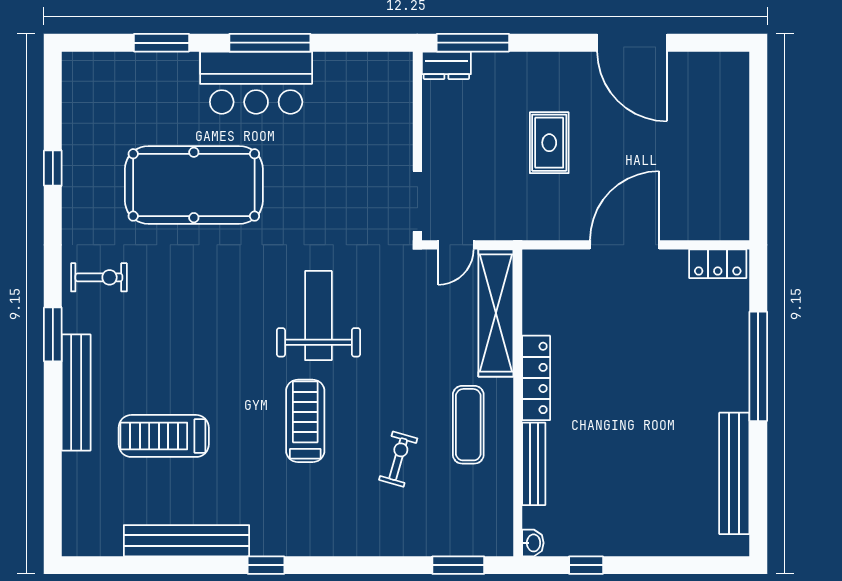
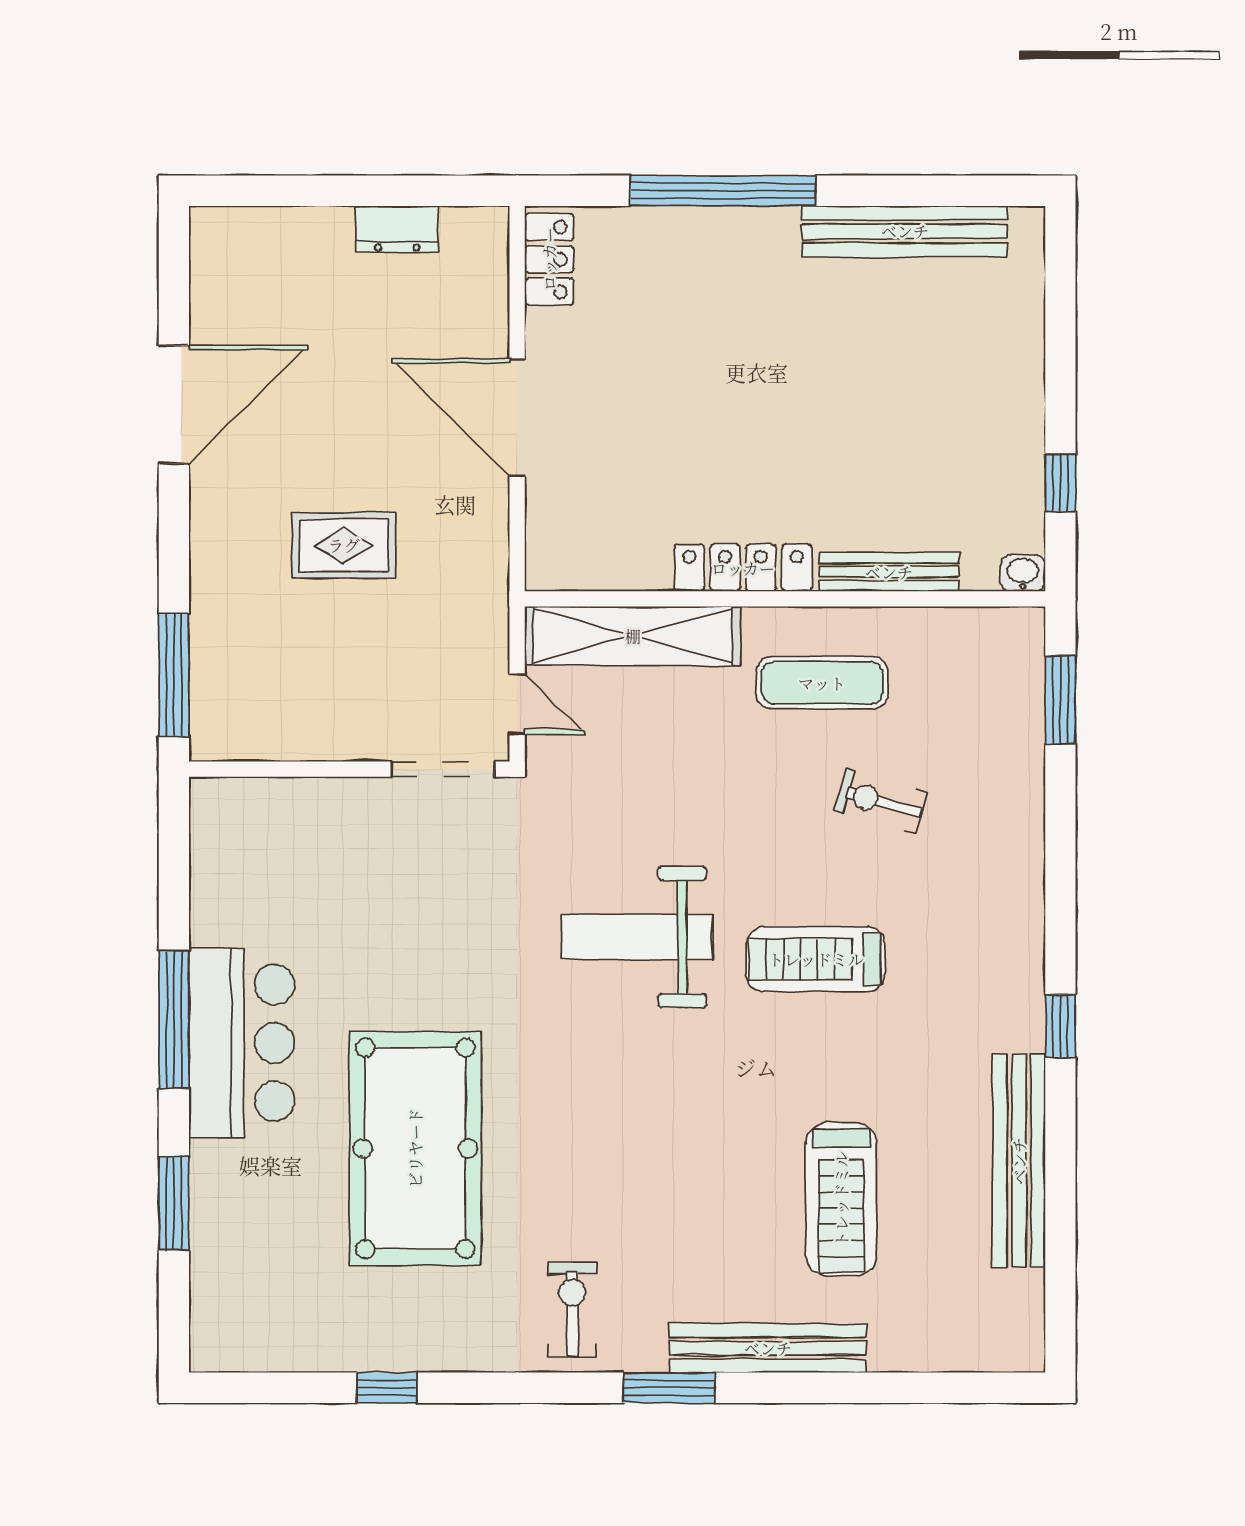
dresser: (446, 65) -> (397, 229), moved, turned 90

